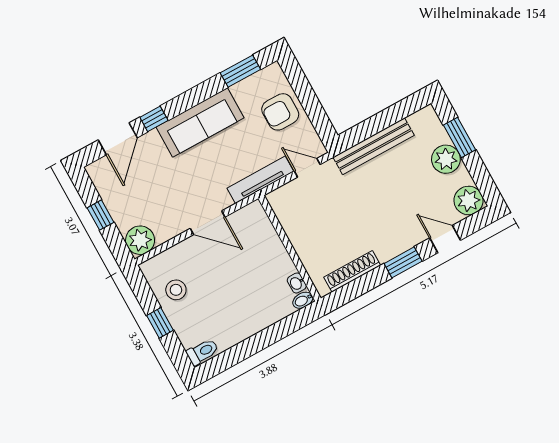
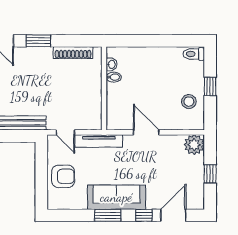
window: (240, 71) -> (108, 215), moved
bidet: (303, 300) -> (114, 77), moved

